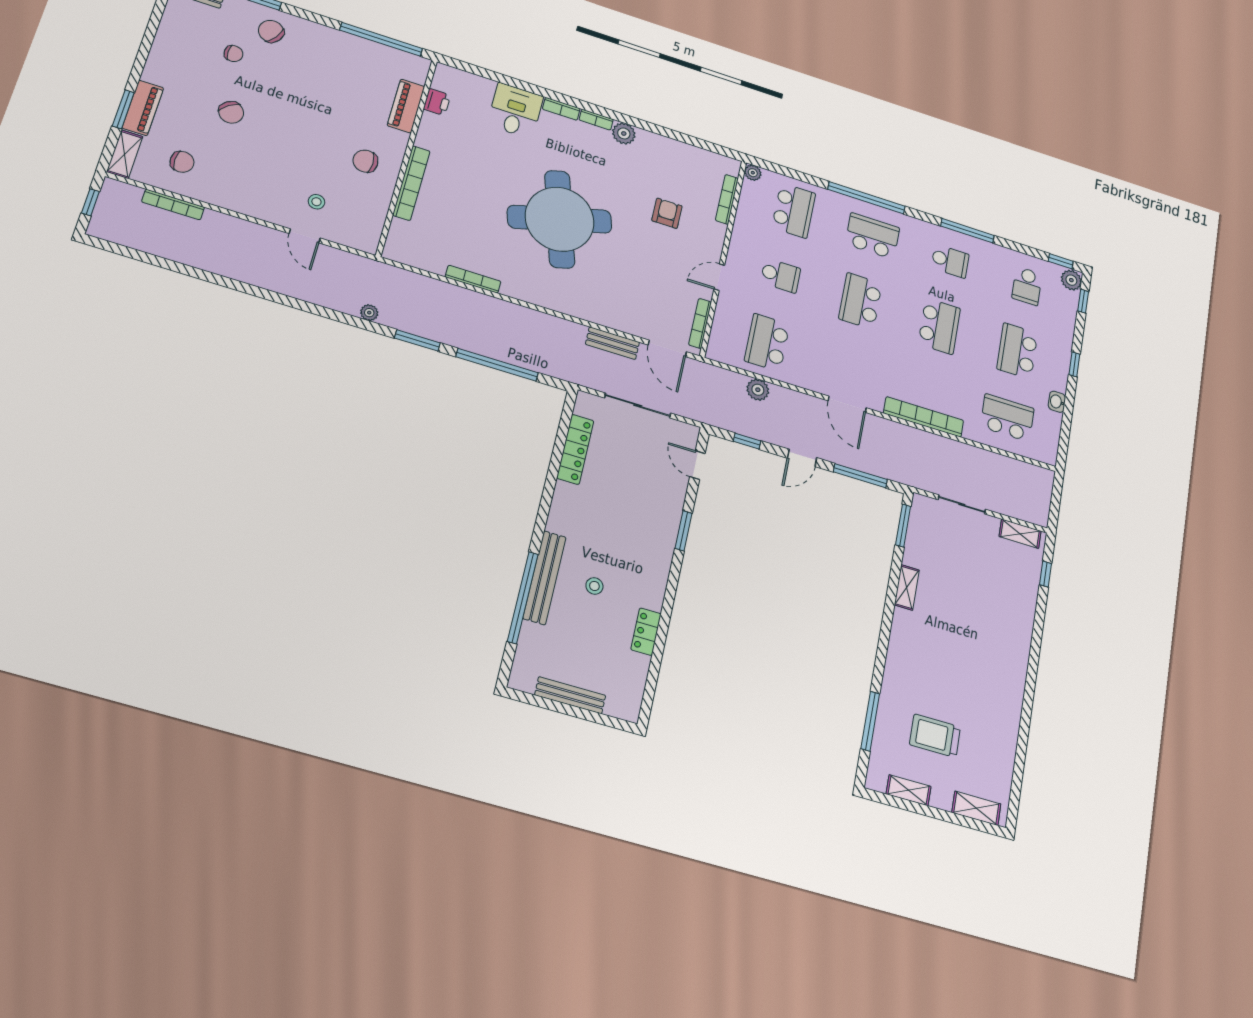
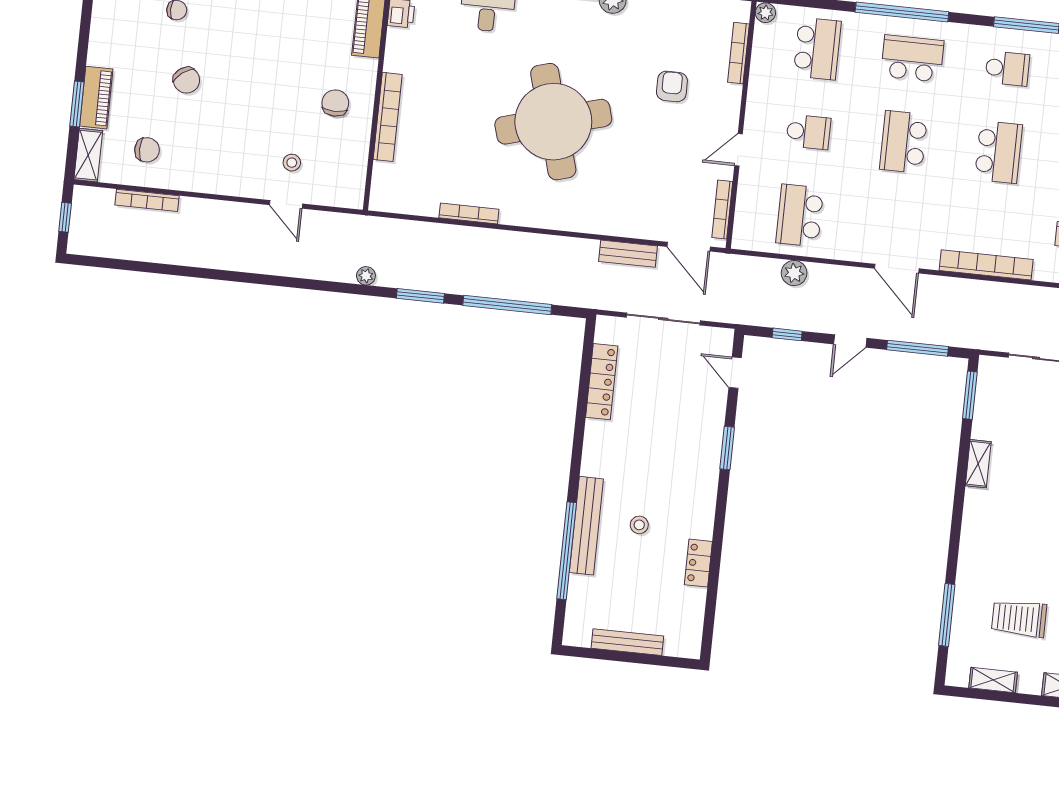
chair: (365, 161) -> (335, 103), turned 90

